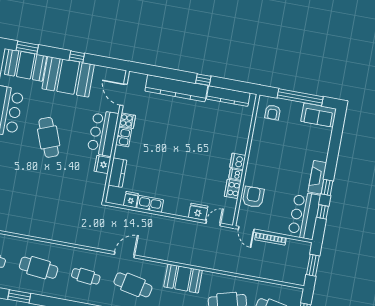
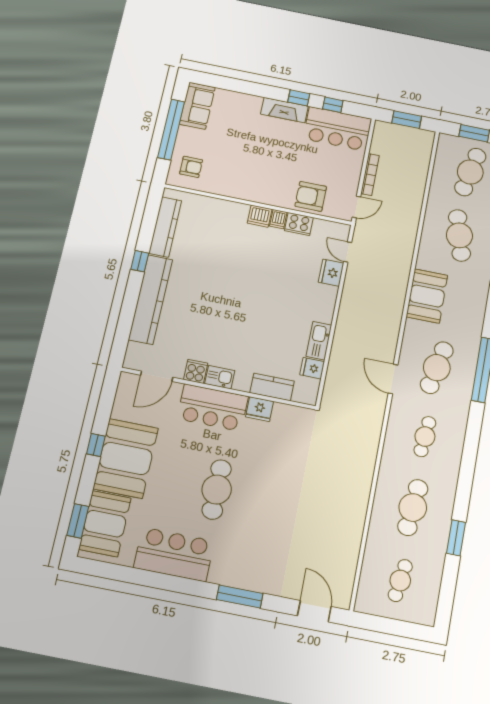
cafe table: (49, 137) -> (217, 489), turned -69

